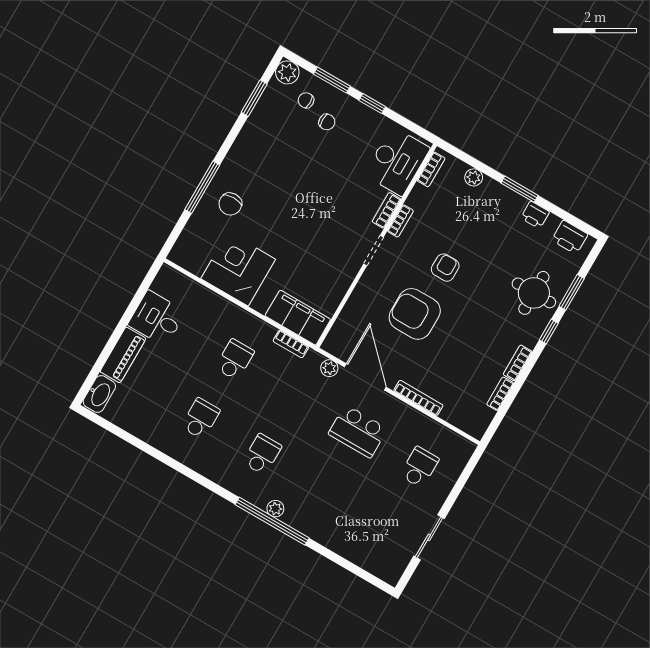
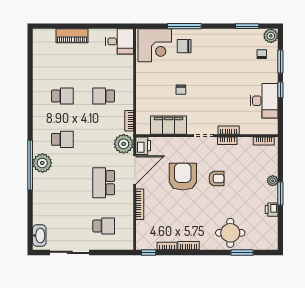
chair: (327, 122) -> (181, 90), moved
desk: (397, 161) -> (264, 101), moved, turned -90
plant: (474, 177) -> (273, 181), moved
printer: (570, 237) -> (143, 146), moved, turned 180
corner desk: (238, 269) -> (155, 45), moved, turned 90
desk: (157, 318) -> (120, 41), moved, turned 90
filing cabinet: (298, 318) -> (168, 125), moved, turned -90
window: (549, 332) -> (149, 252), moved
school desk: (235, 360) -> (104, 96), turned 180
plant: (329, 368) -> (124, 144), width x1.88, depth x1.88
washbasin: (99, 394) -> (39, 236), moved, turned -90
plant: (275, 509) -> (42, 163), width x1.88, depth x1.88
sliding door: (429, 537) -> (70, 252), width x1.37

